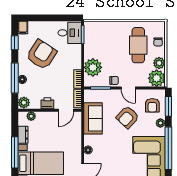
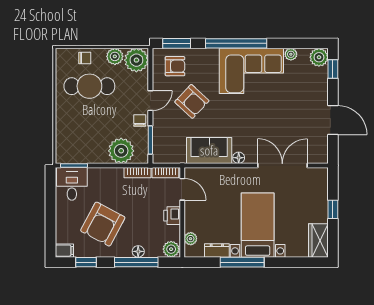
armchair: (41, 55) -> (103, 224), turned -95
sofa: (93, 118) -> (209, 150), moved
plant: (160, 123) -> (200, 55), removed

